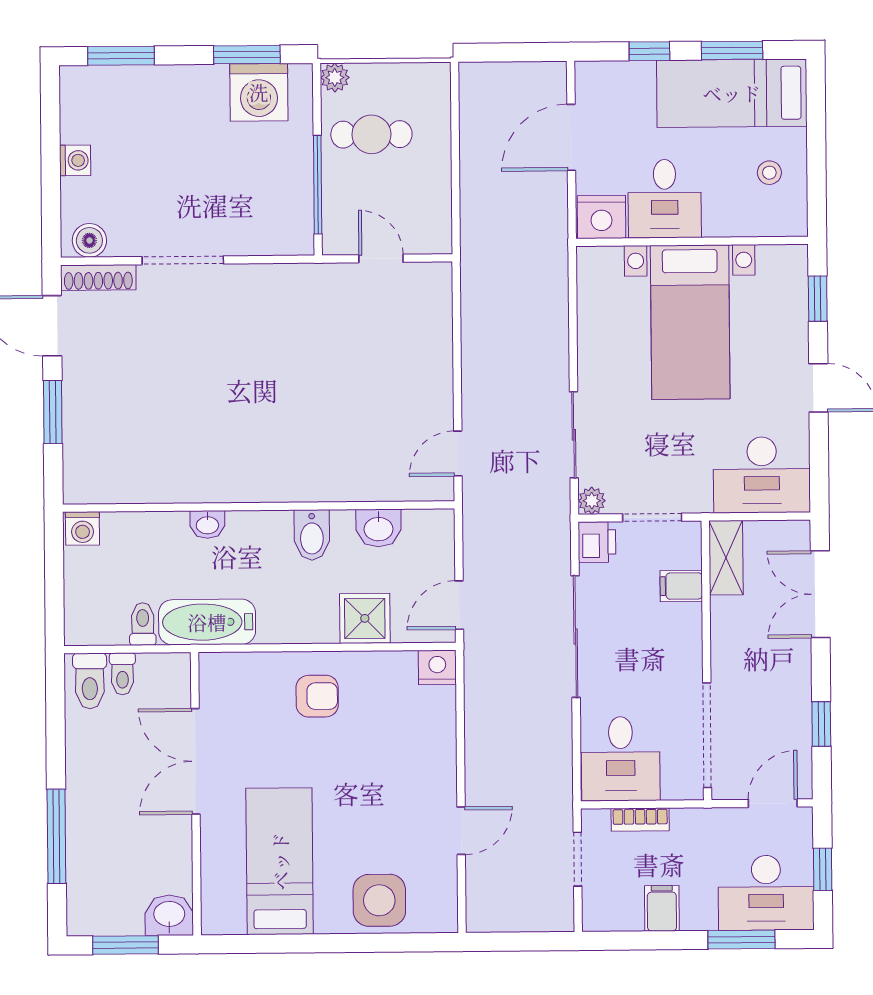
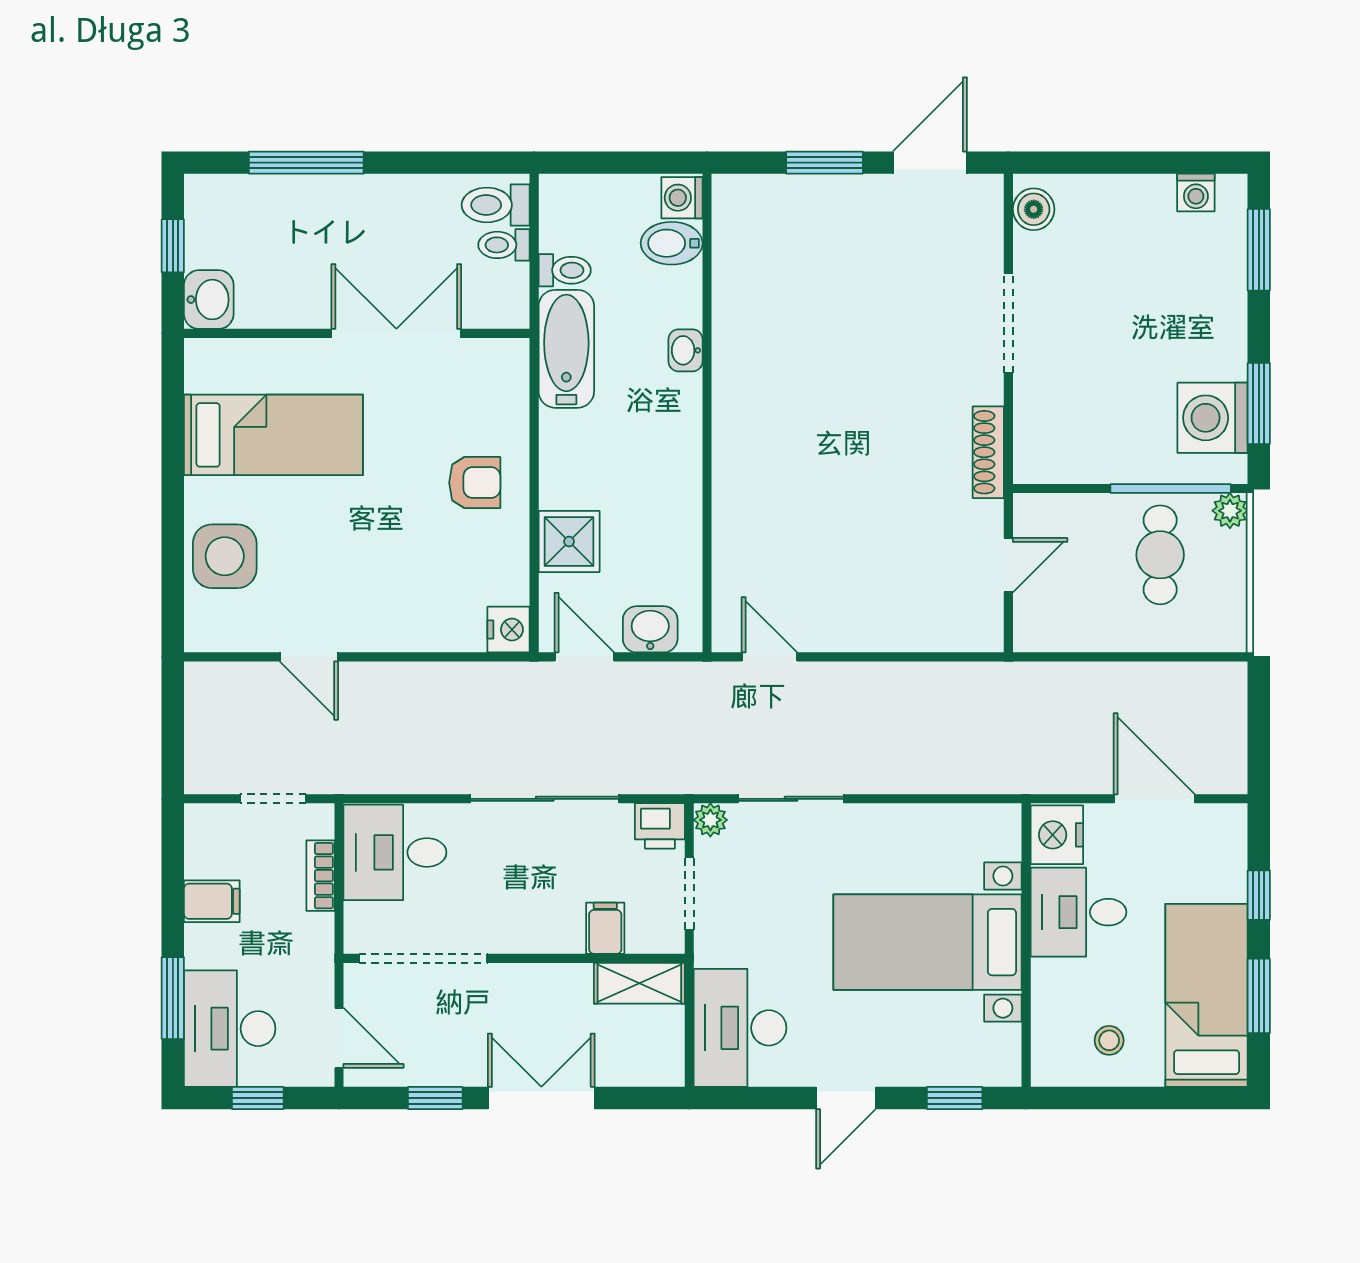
washing machine: (75, 160) -> (1196, 193), moved
window: (318, 185) -> (1171, 488), moved
shoe rack: (98, 277) -> (988, 452), moved
washbasin: (378, 528) -> (650, 629), moved, turned 90
bidet: (312, 535) -> (672, 243), moved
double door: (820, 594) -> (541, 1098), moved
armchair: (317, 696) -> (475, 483), turned -90
window: (126, 945) -> (173, 246), width x0.67

